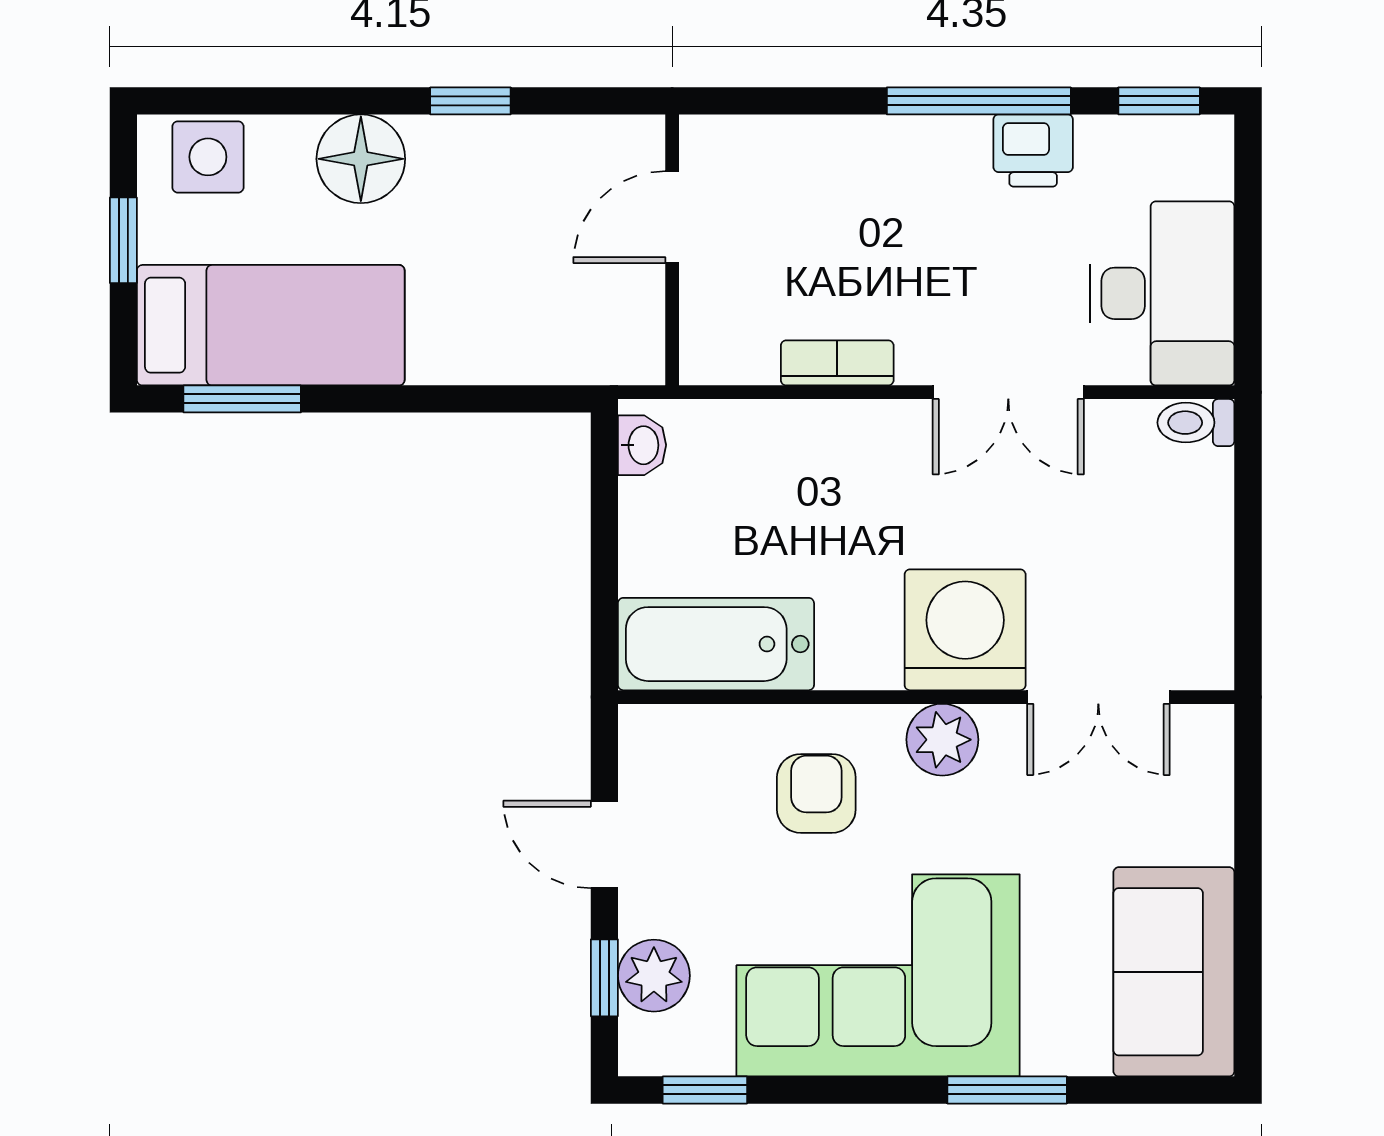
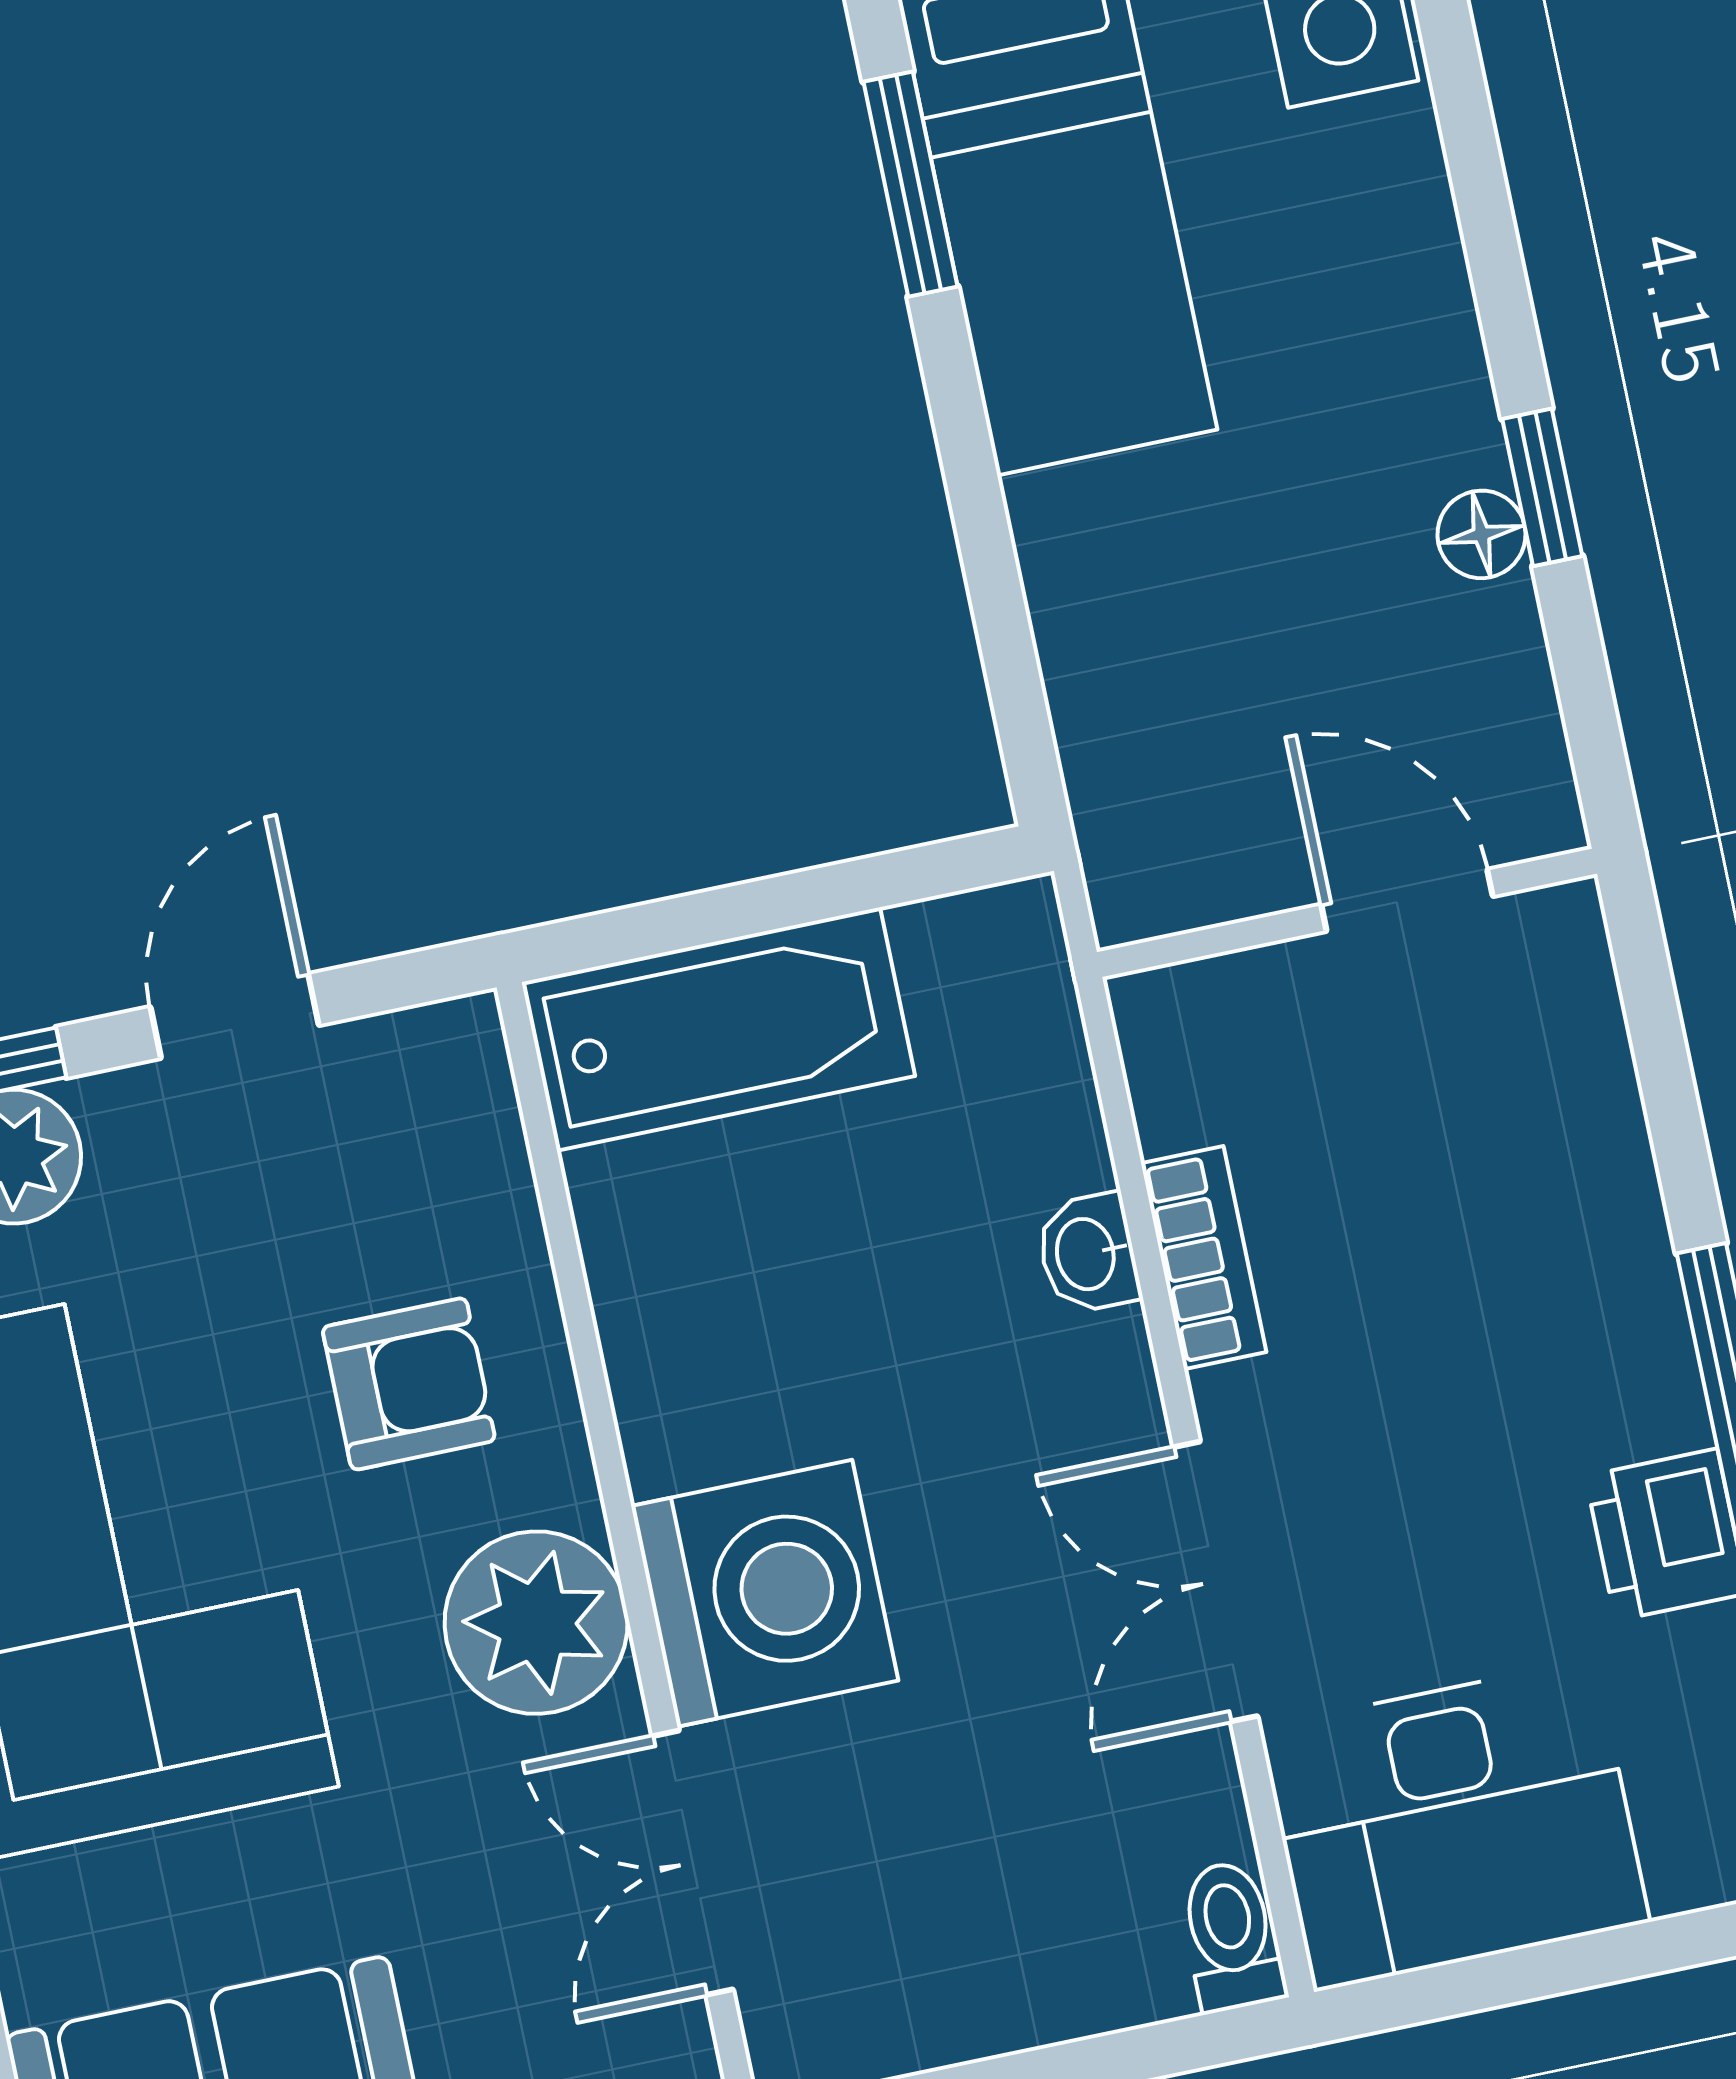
floor lamp: (361, 159) -> (1481, 534), moved, width x0.53, depth x0.53
washbasin: (642, 445) -> (1088, 1254), moved, turned 90
bathtub: (716, 644) -> (718, 1029), moved, turned 90
plant: (942, 740) -> (536, 1623), width x1.36, depth x1.36

